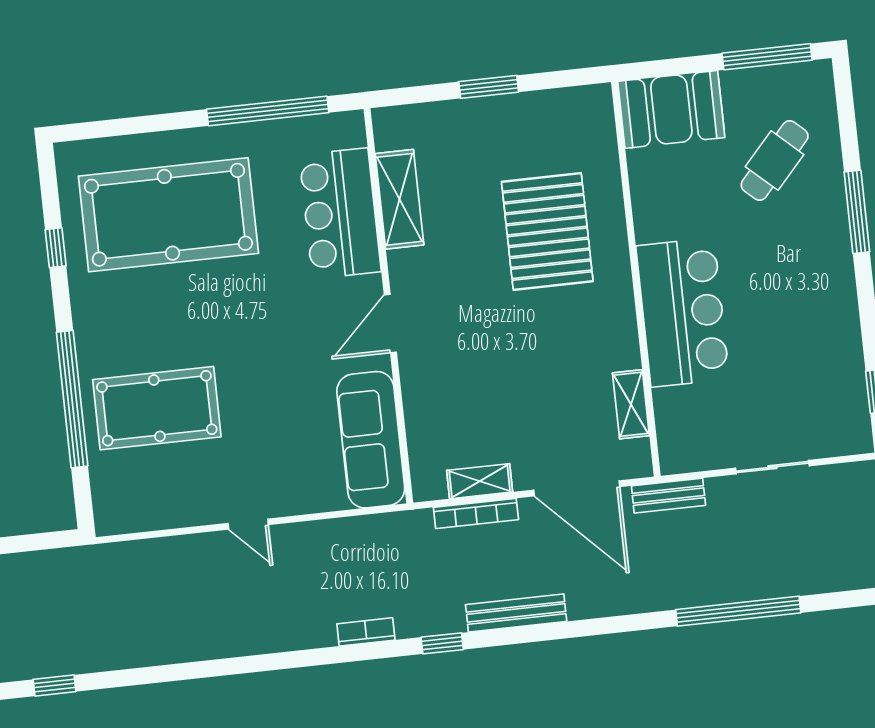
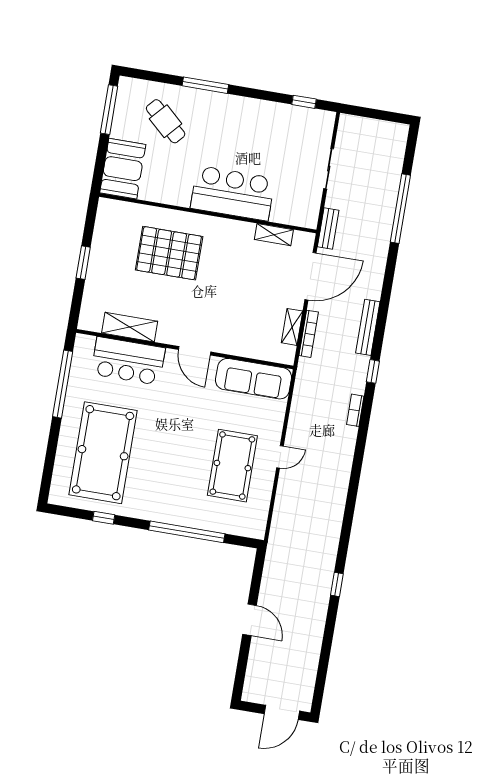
pool table: (157, 408) -> (232, 466), moved

